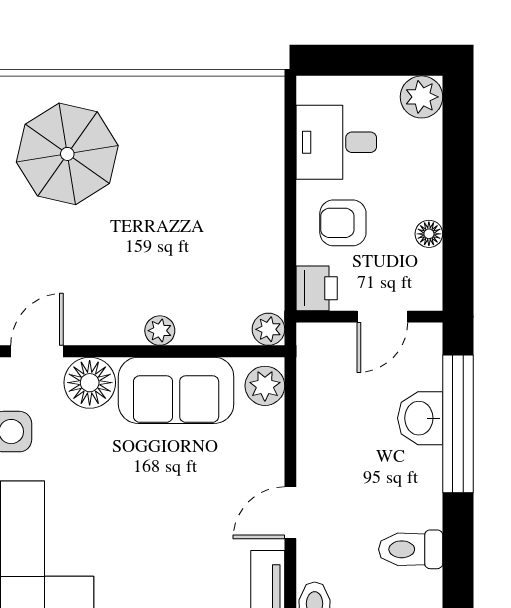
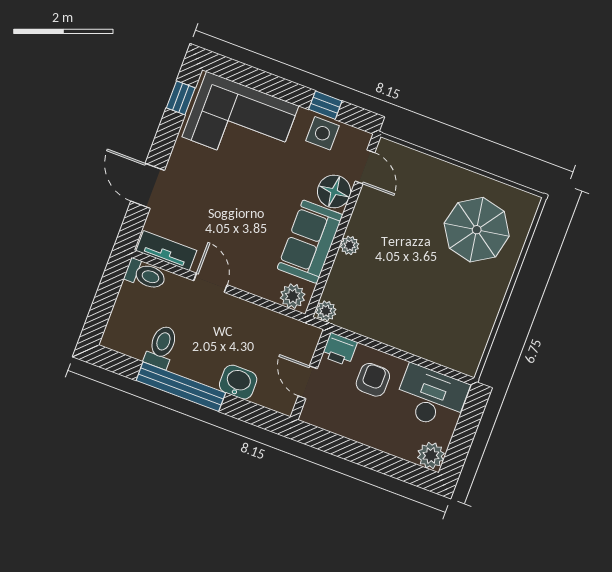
desk: (336, 142) -> (431, 397), width x1.37
floor lamp: (429, 234) -> (347, 429), removed
window: (458, 424) -> (181, 387), moved

